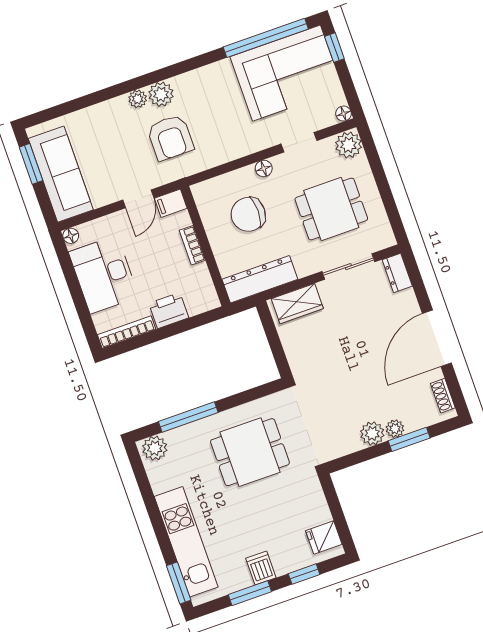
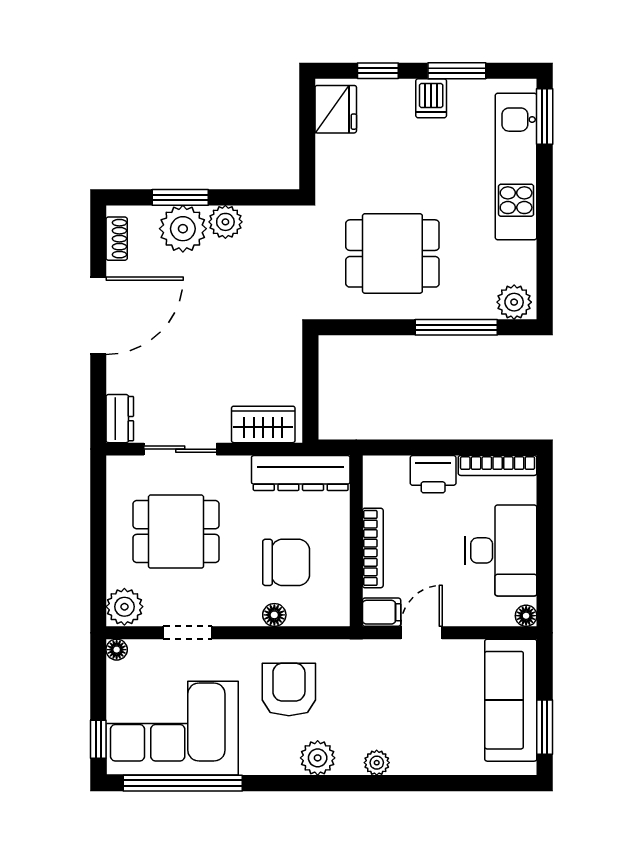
plant: (161, 94) -> (318, 758), moved
armchair: (170, 138) -> (289, 690), moved
floor lamp: (264, 168) -> (274, 615), moved
bookcase: (192, 245) -> (373, 548), width x1.56
plant: (395, 429) -> (183, 229), width x1.88, depth x1.88
fridge: (324, 537) -> (336, 109), width x1.38

